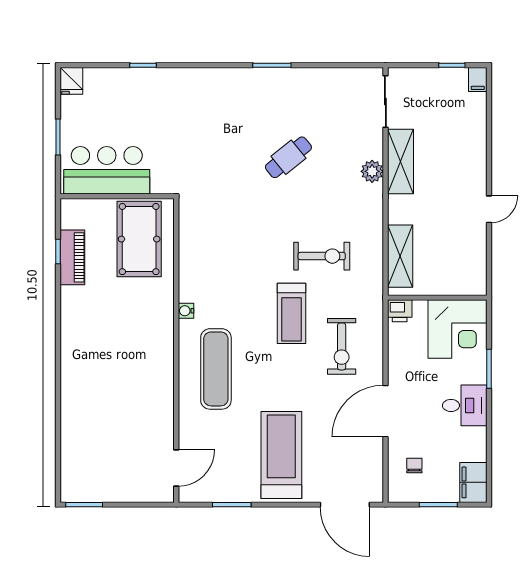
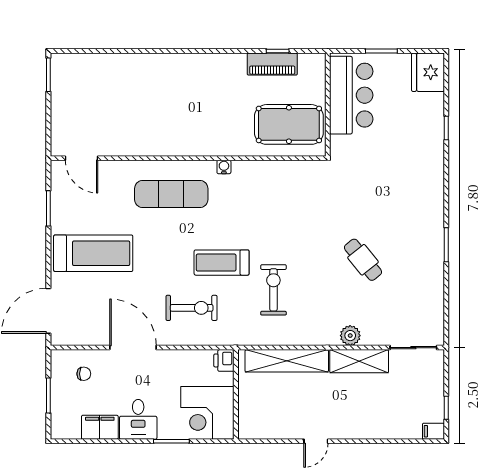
fridge: (71, 81) -> (428, 72), width x1.88, depth x1.34
door: (489, 209) -> (316, 441), hinge flipped
exercise bike: (322, 256) -> (273, 290), turned 180
shelving: (400, 256) -> (287, 361), width x1.47
exercise bike: (342, 346) -> (192, 308), turned 180
filing cabinet: (473, 482) -> (100, 427), moved

